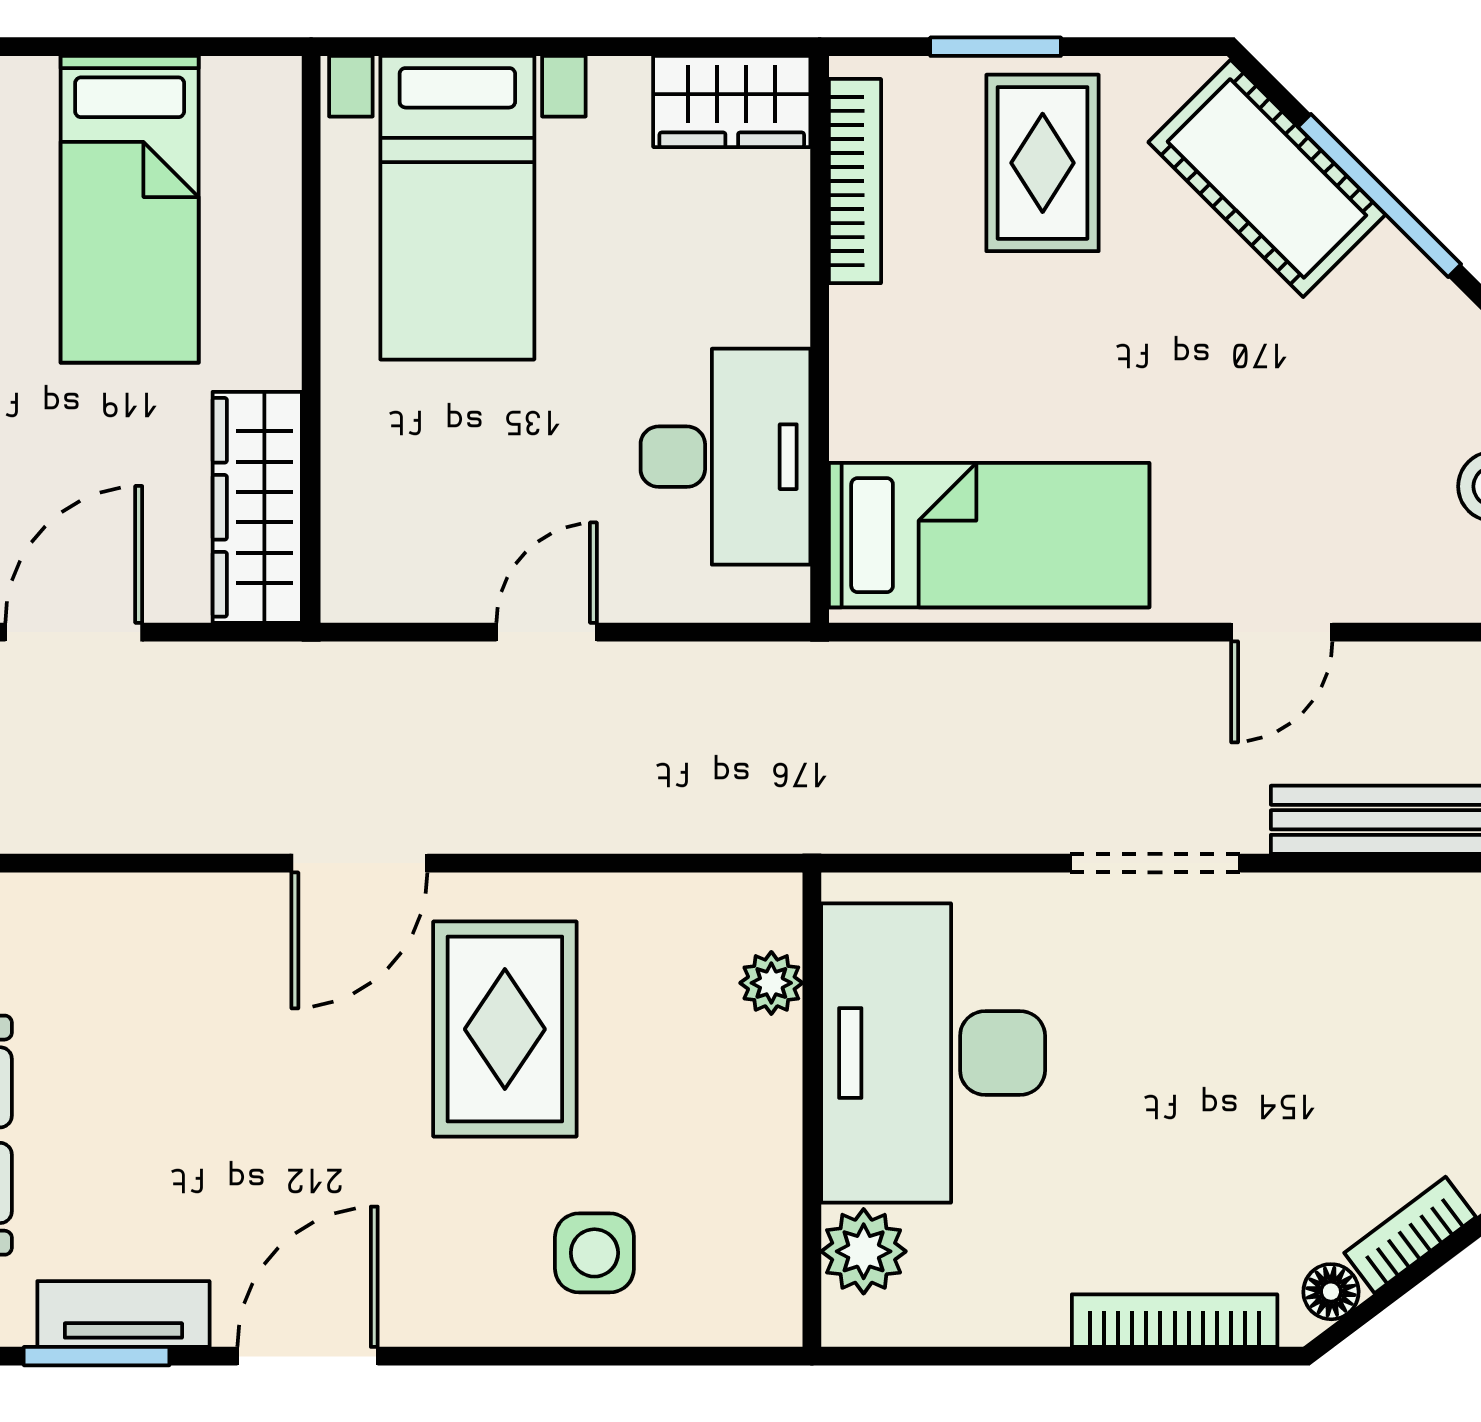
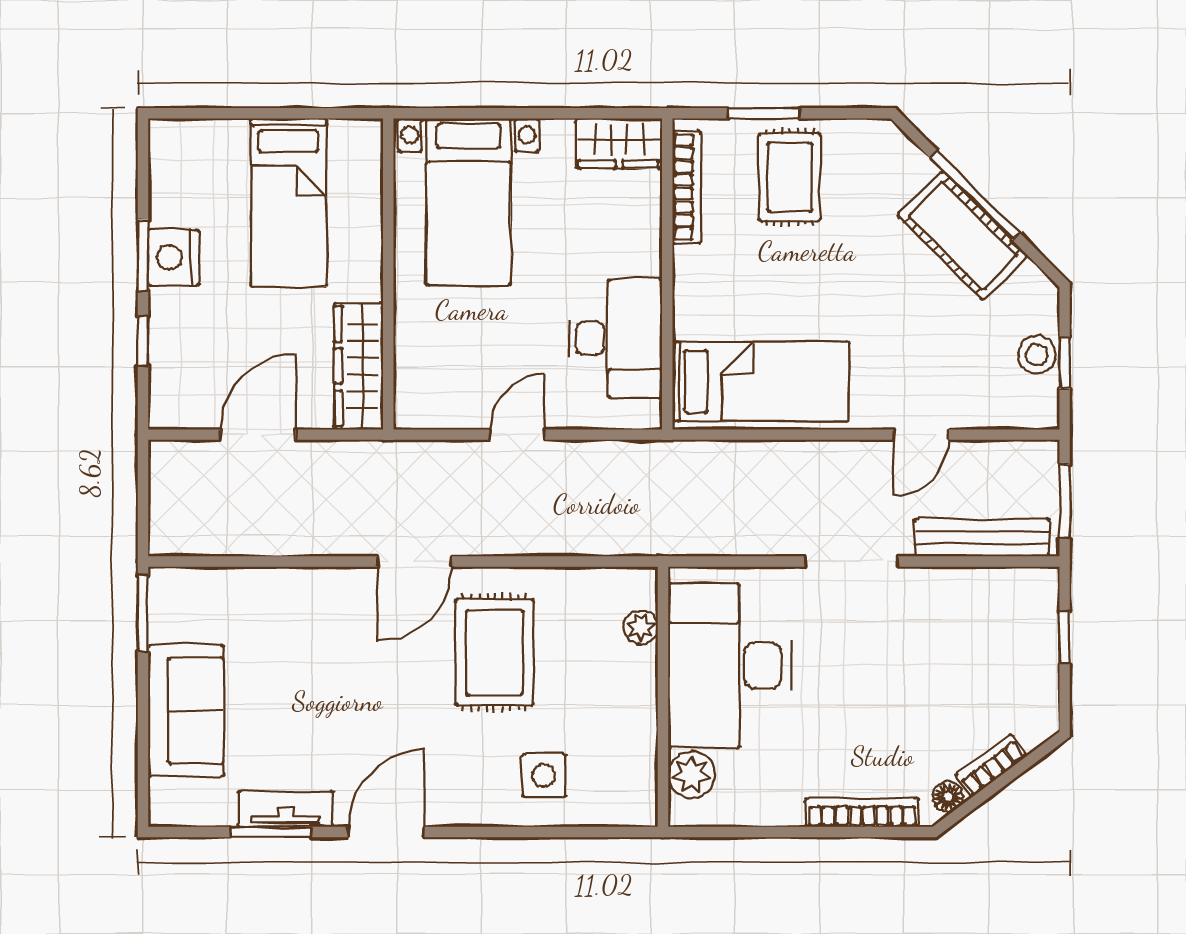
cot: (1267, 178) -> (963, 235), moved

